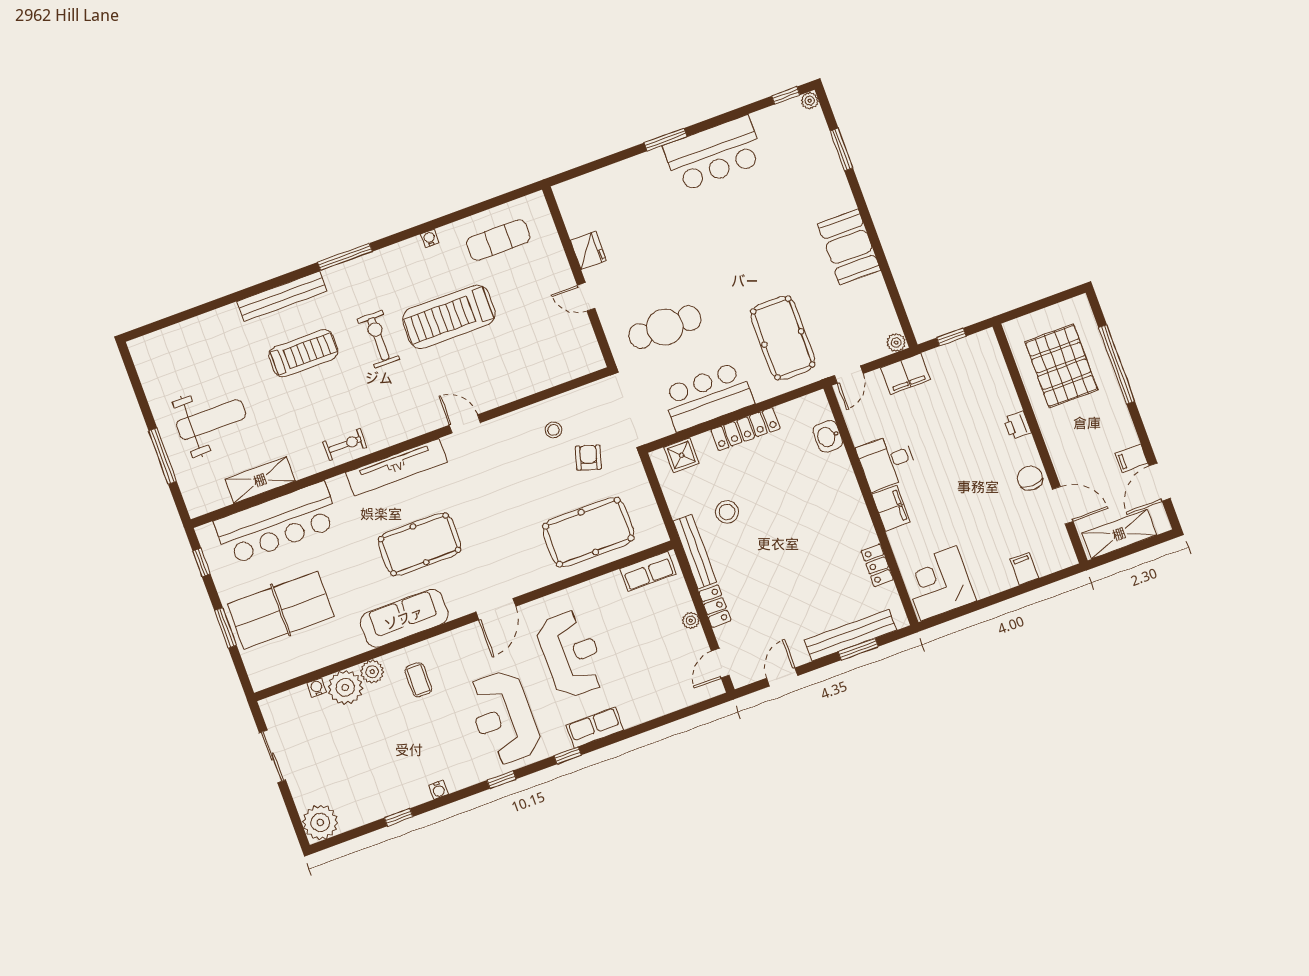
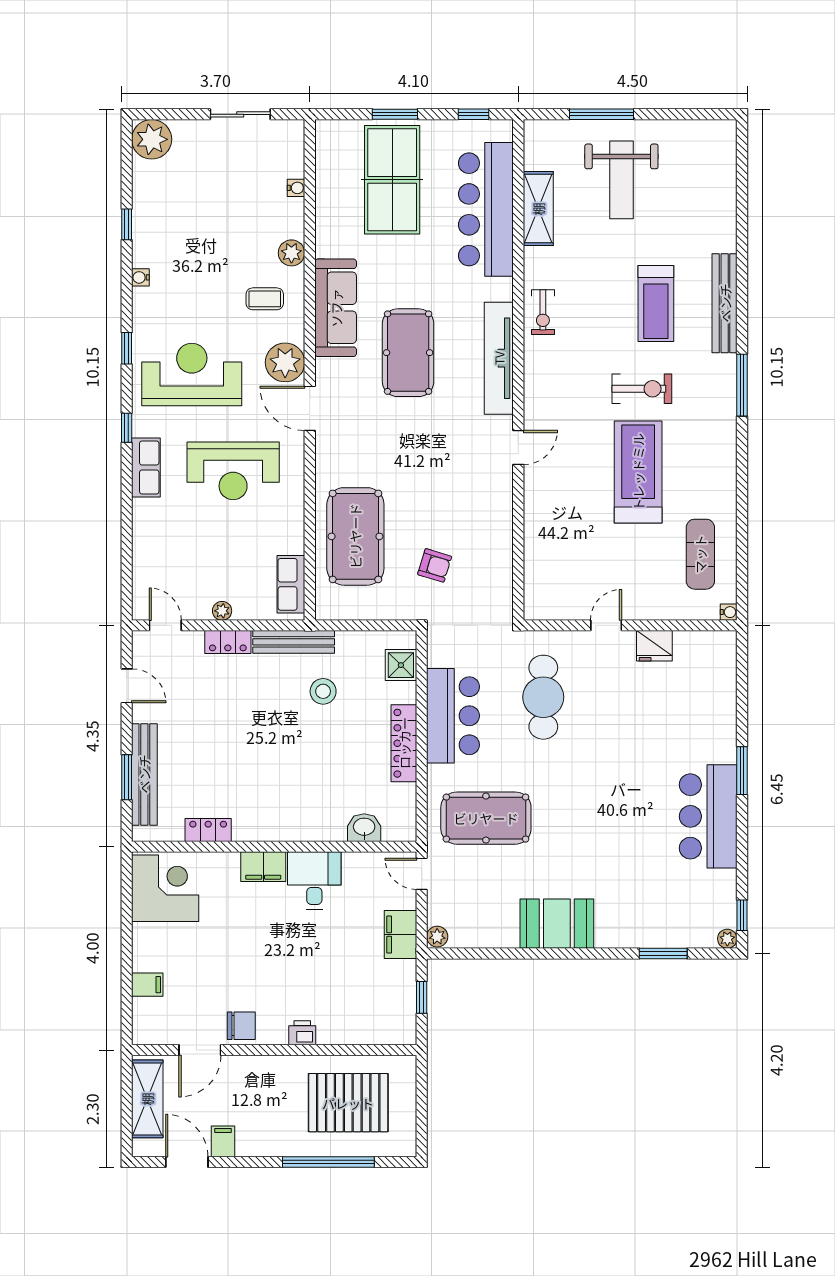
water cooler: (430, 238) -> (729, 612), moved
stool: (553, 430) -> (477, 539), removed
plant: (345, 688) -> (285, 362), moved

